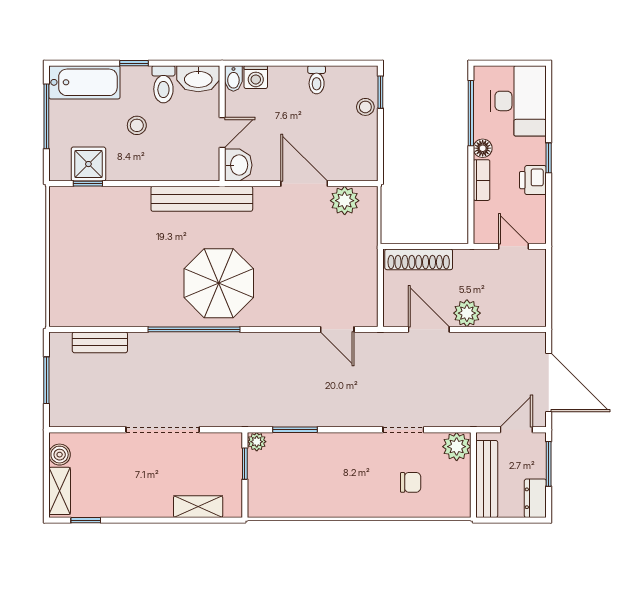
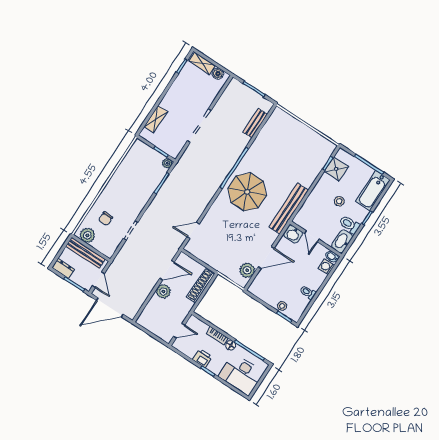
plant: (457, 447) -> (87, 235), moved

